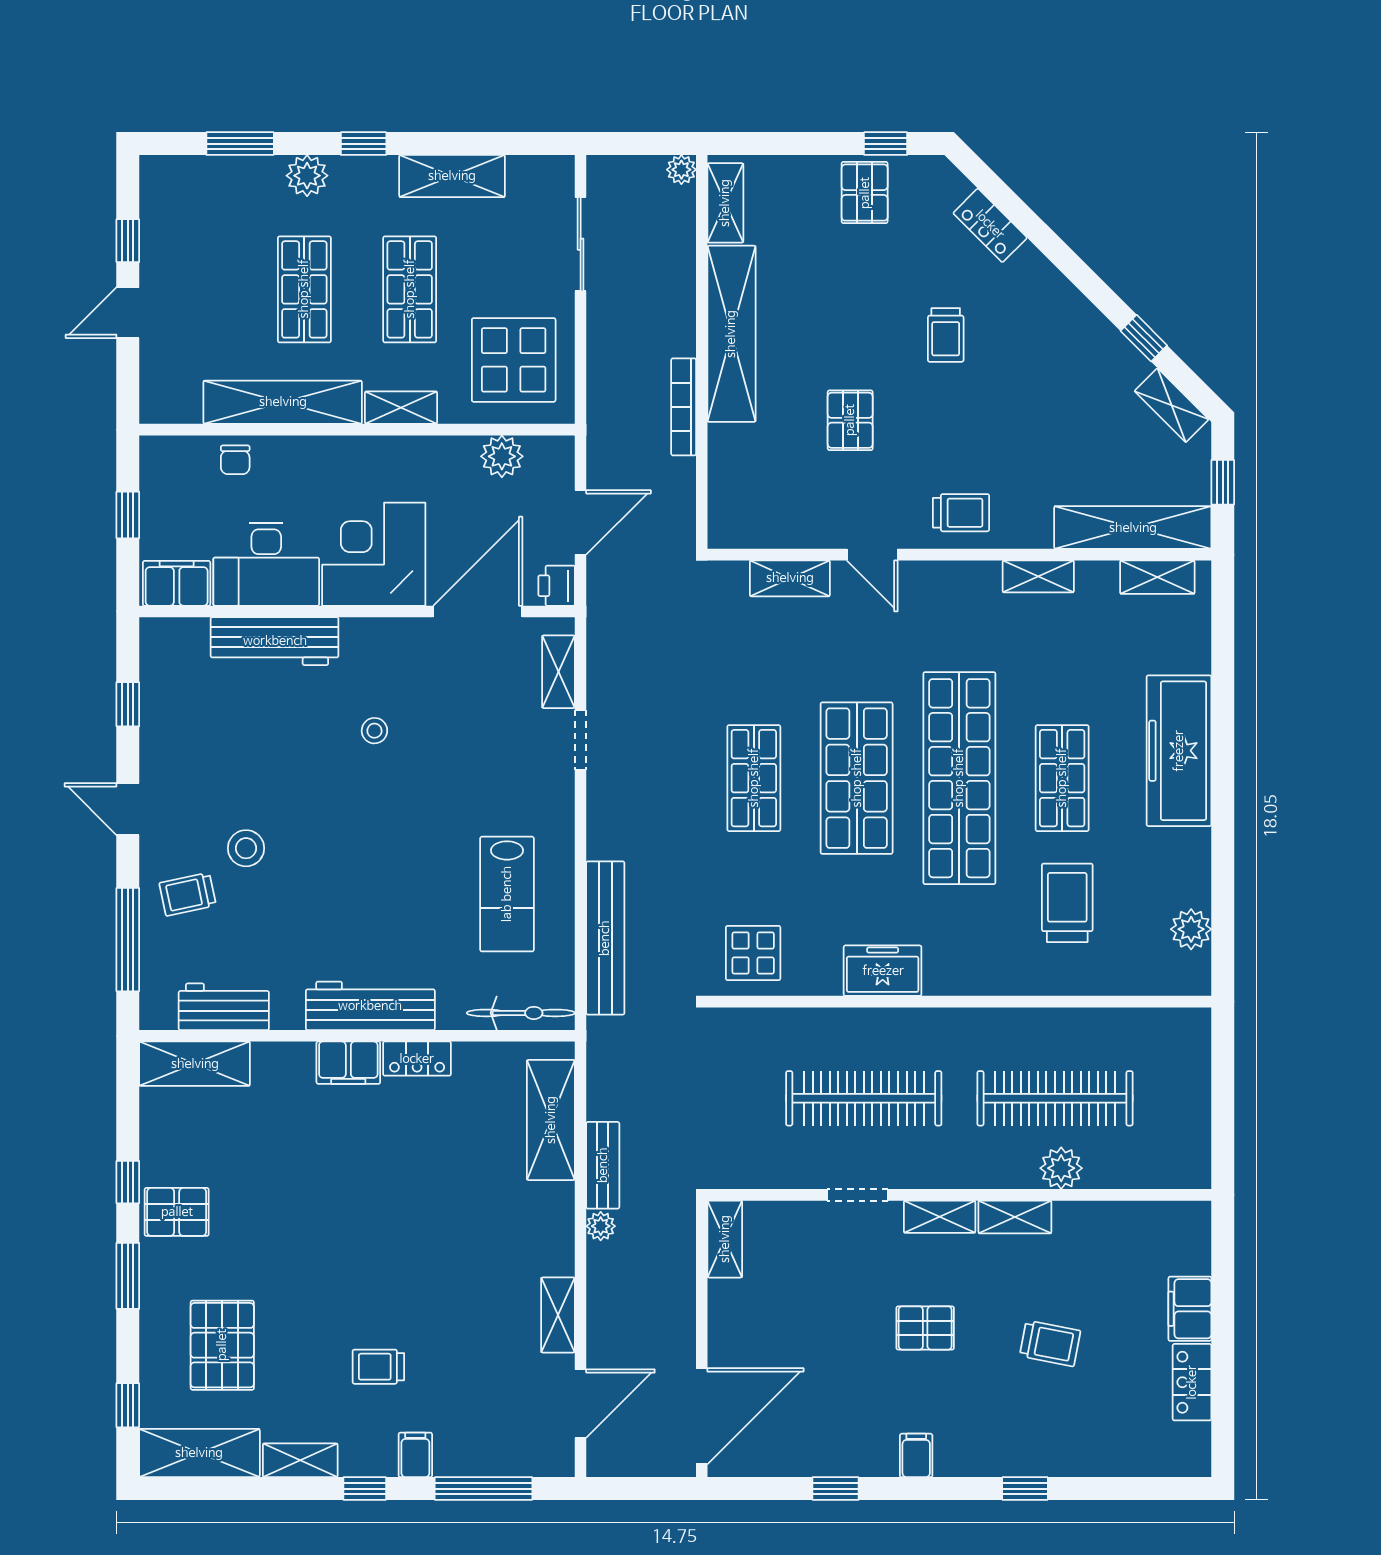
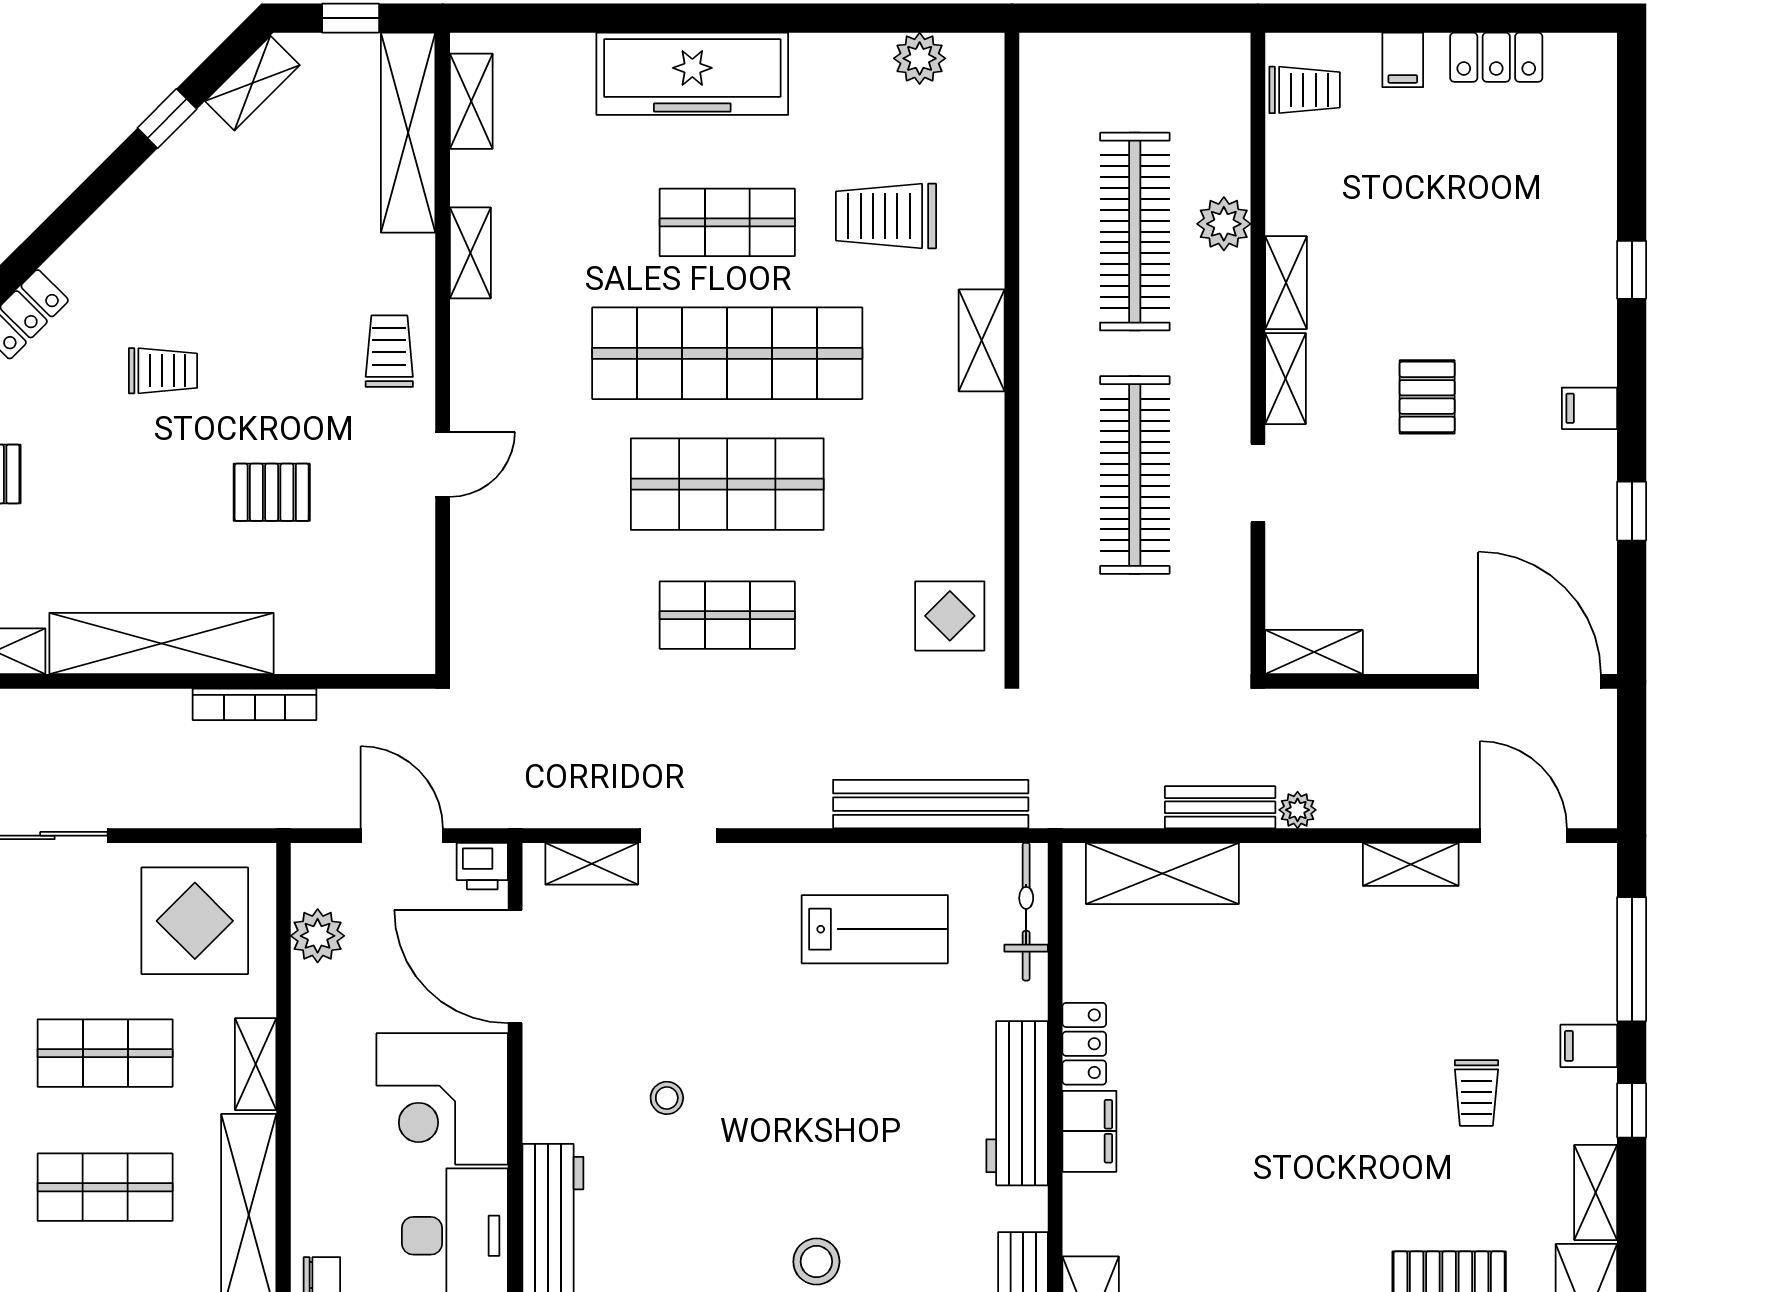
shelving: (790, 578) -> (982, 340), moved
freezer: (883, 971) -> (972, 451), removed
filing cabinet: (1190, 1309) -> (1403, 60), width x0.50
trolley: (1050, 1343) -> (1305, 90), moved, turned 79

